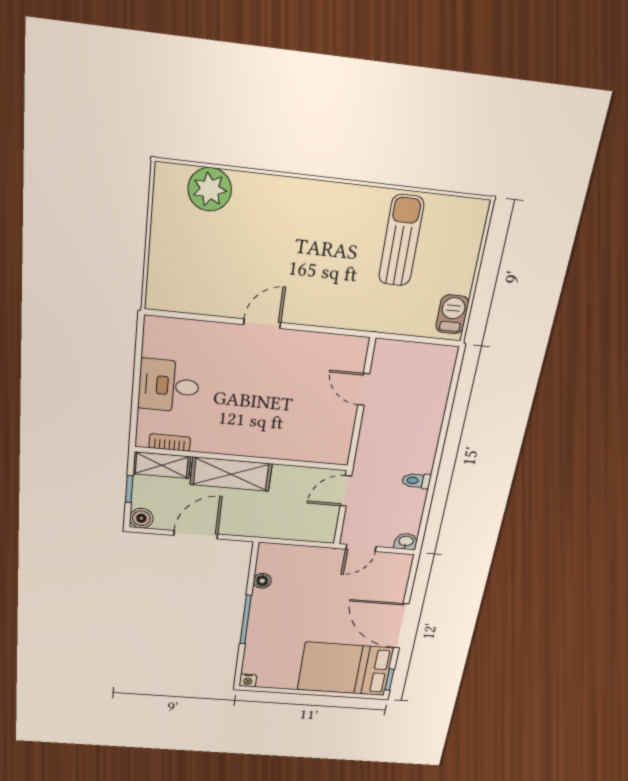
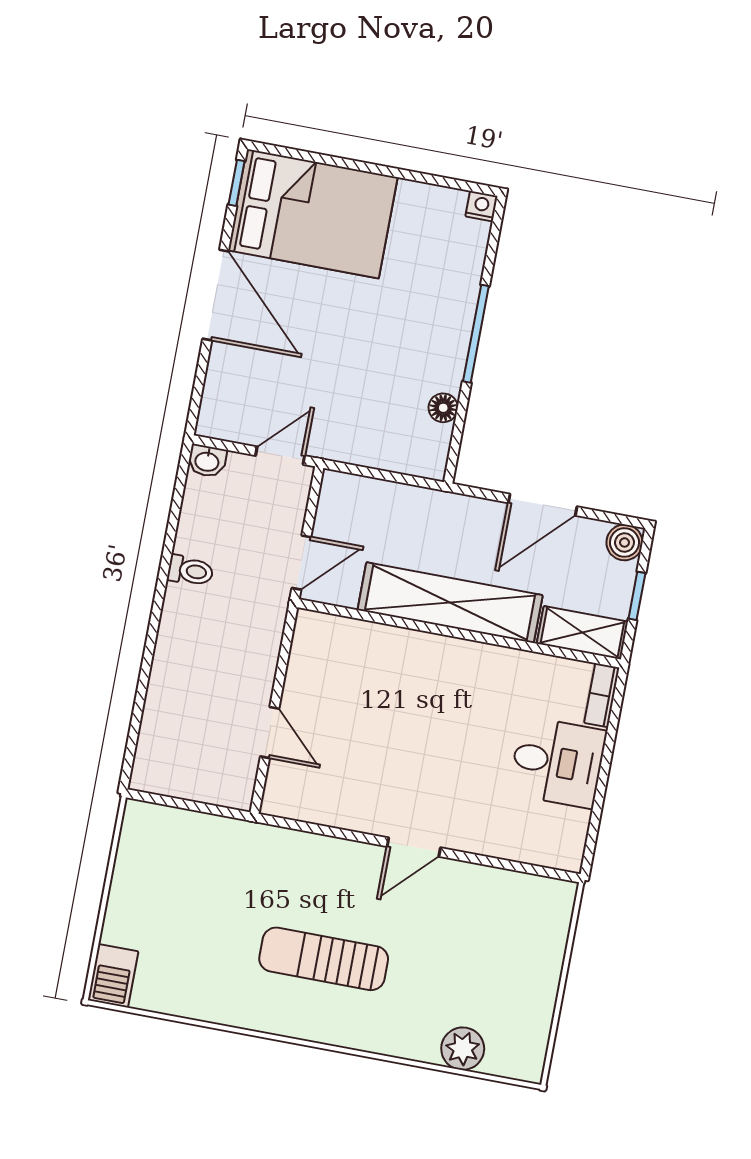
plant: (210, 189) -> (463, 1049), width x0.73, depth x0.73
sun lounger: (401, 241) -> (324, 959), moved, turned 90
barbecue: (452, 314) -> (113, 976), moved
bookcase: (170, 443) -> (602, 695), moved, turned 90
shelving: (231, 474) -> (450, 603), width x1.47

